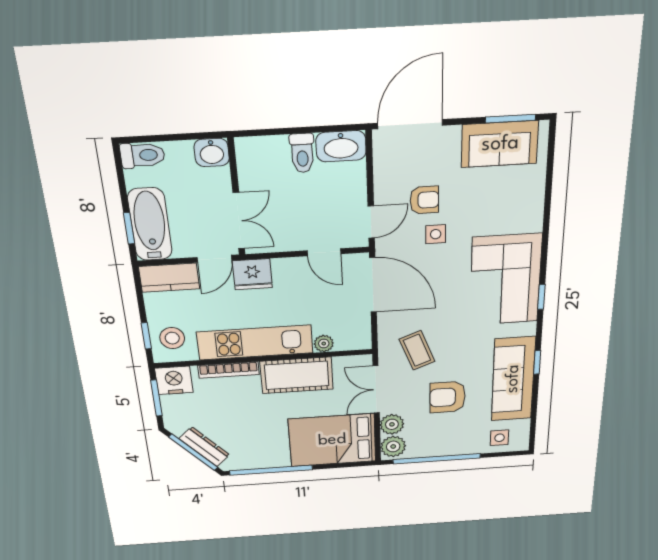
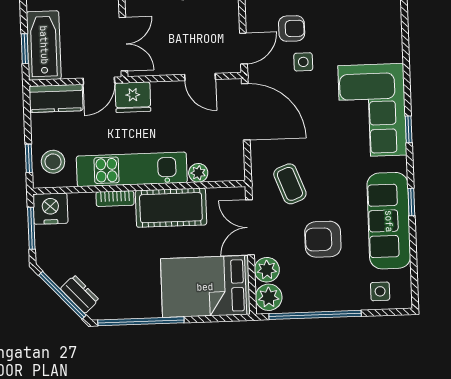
bookcase: (229, 370) -> (115, 199), width x0.64
dresser: (204, 447) -> (80, 294), width x0.70

